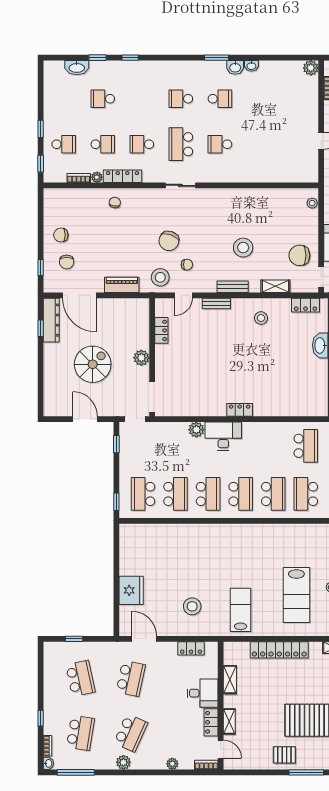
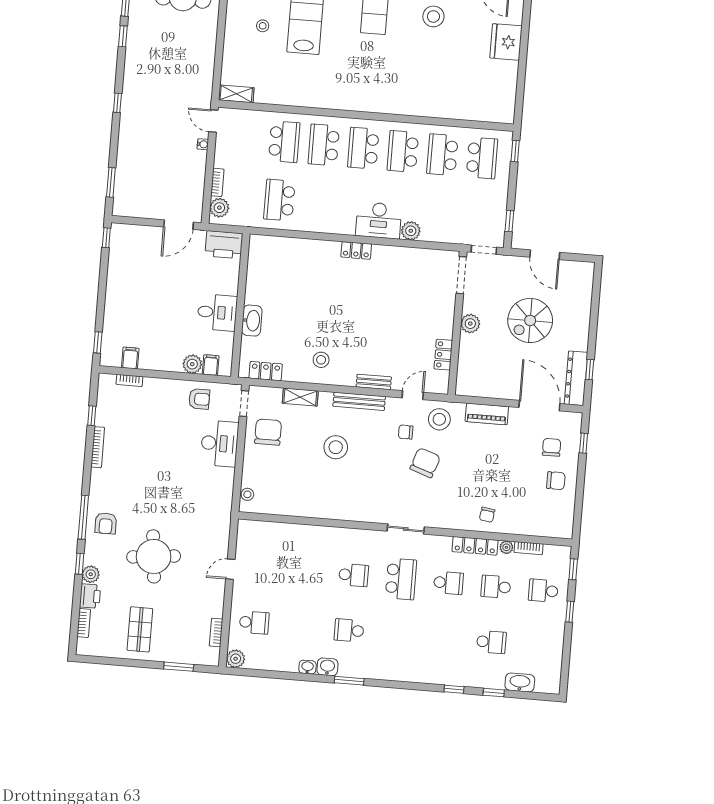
school desk: (181, 99) -> (254, 623), moved
chair: (299, 255) -> (268, 432), turned -90
bench: (233, 287) -> (359, 401), width x1.36

